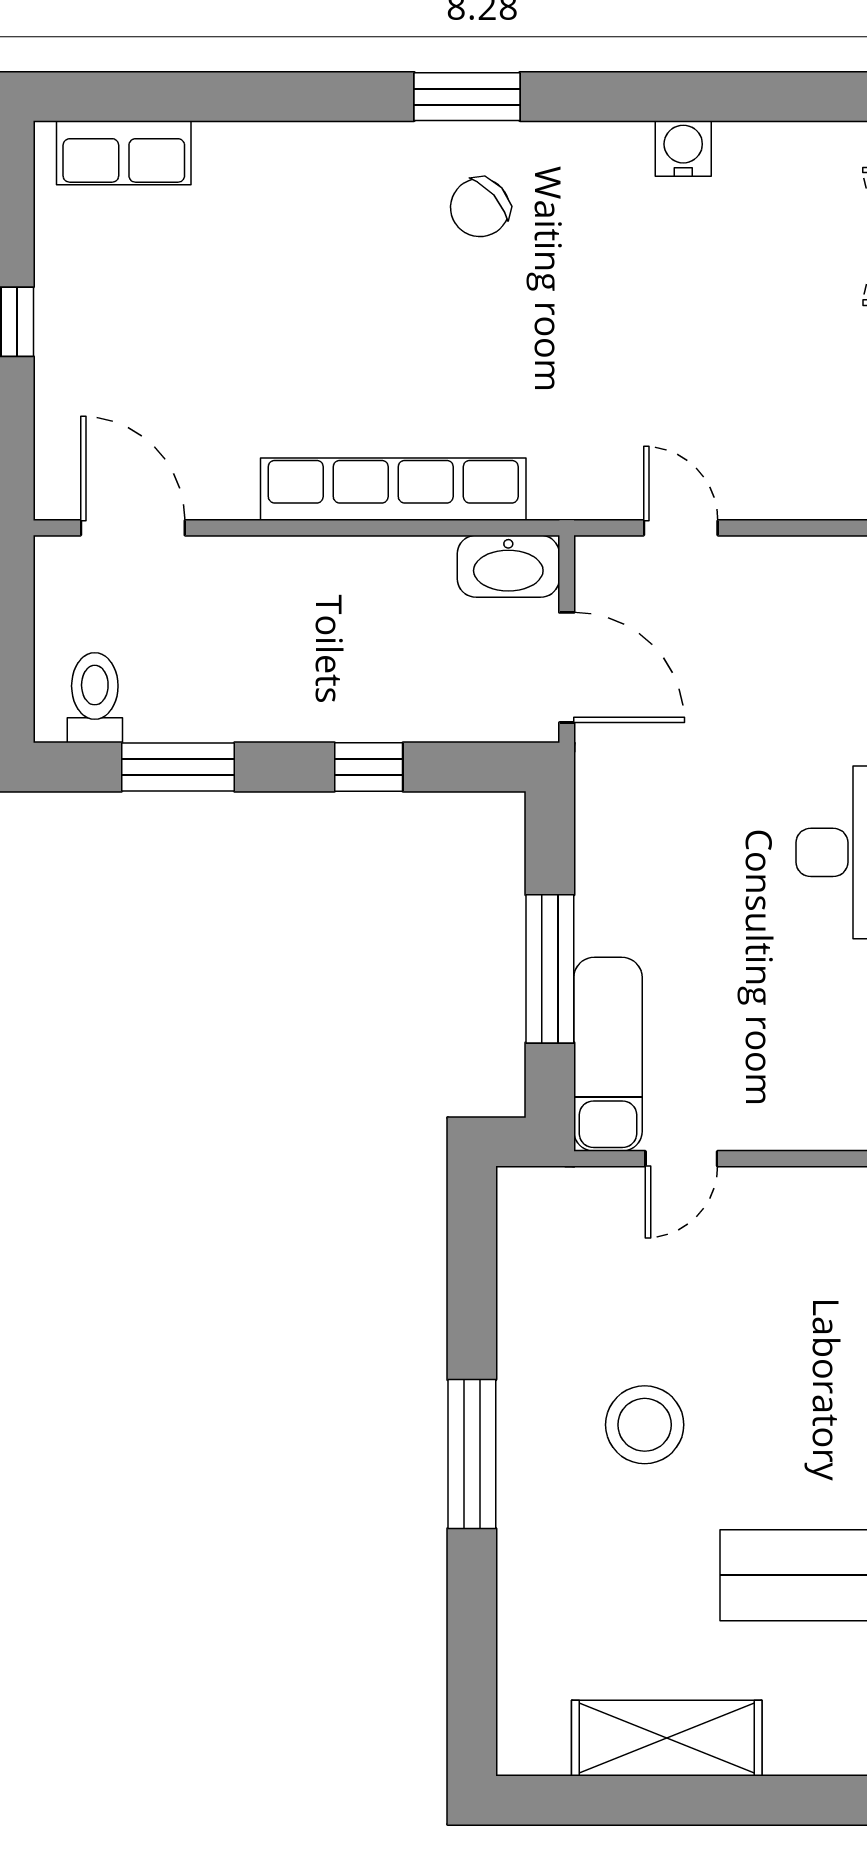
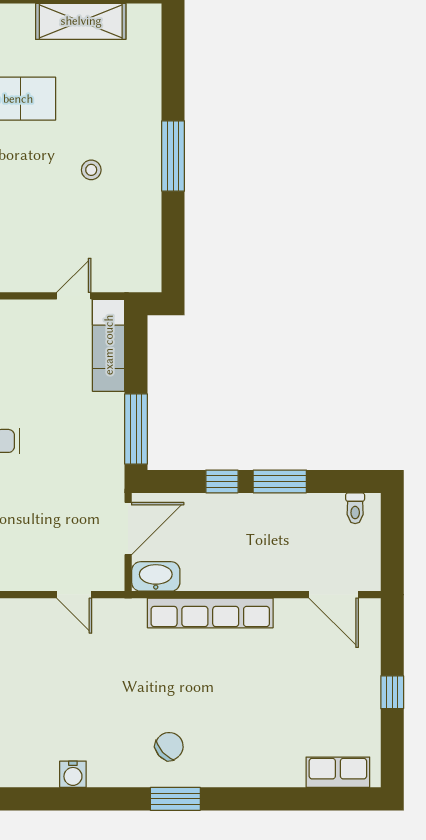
door: (567, 667) -> (128, 529), swing flipped
toilet: (95, 698) -> (355, 508), width x0.73, depth x0.72
window: (178, 767) -> (280, 481), moved
window: (550, 969) -> (136, 429), moved
stool: (645, 1425) -> (91, 170), width x0.53, depth x0.53

